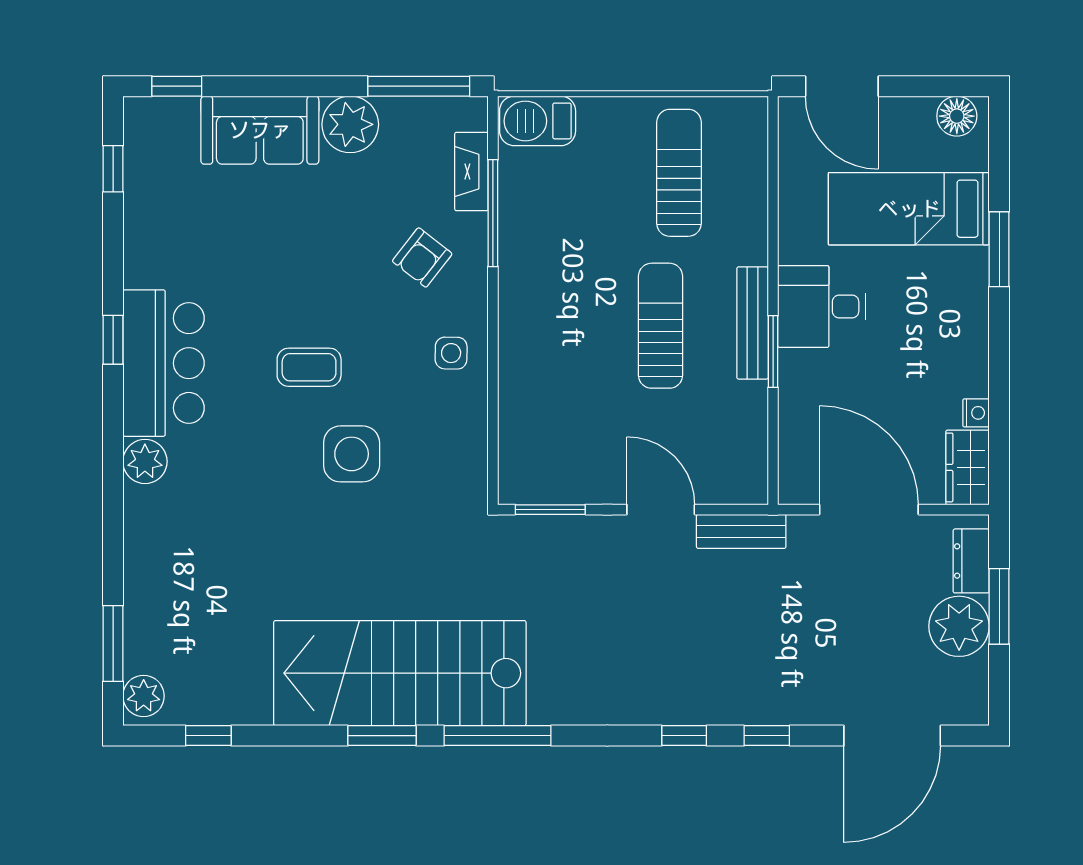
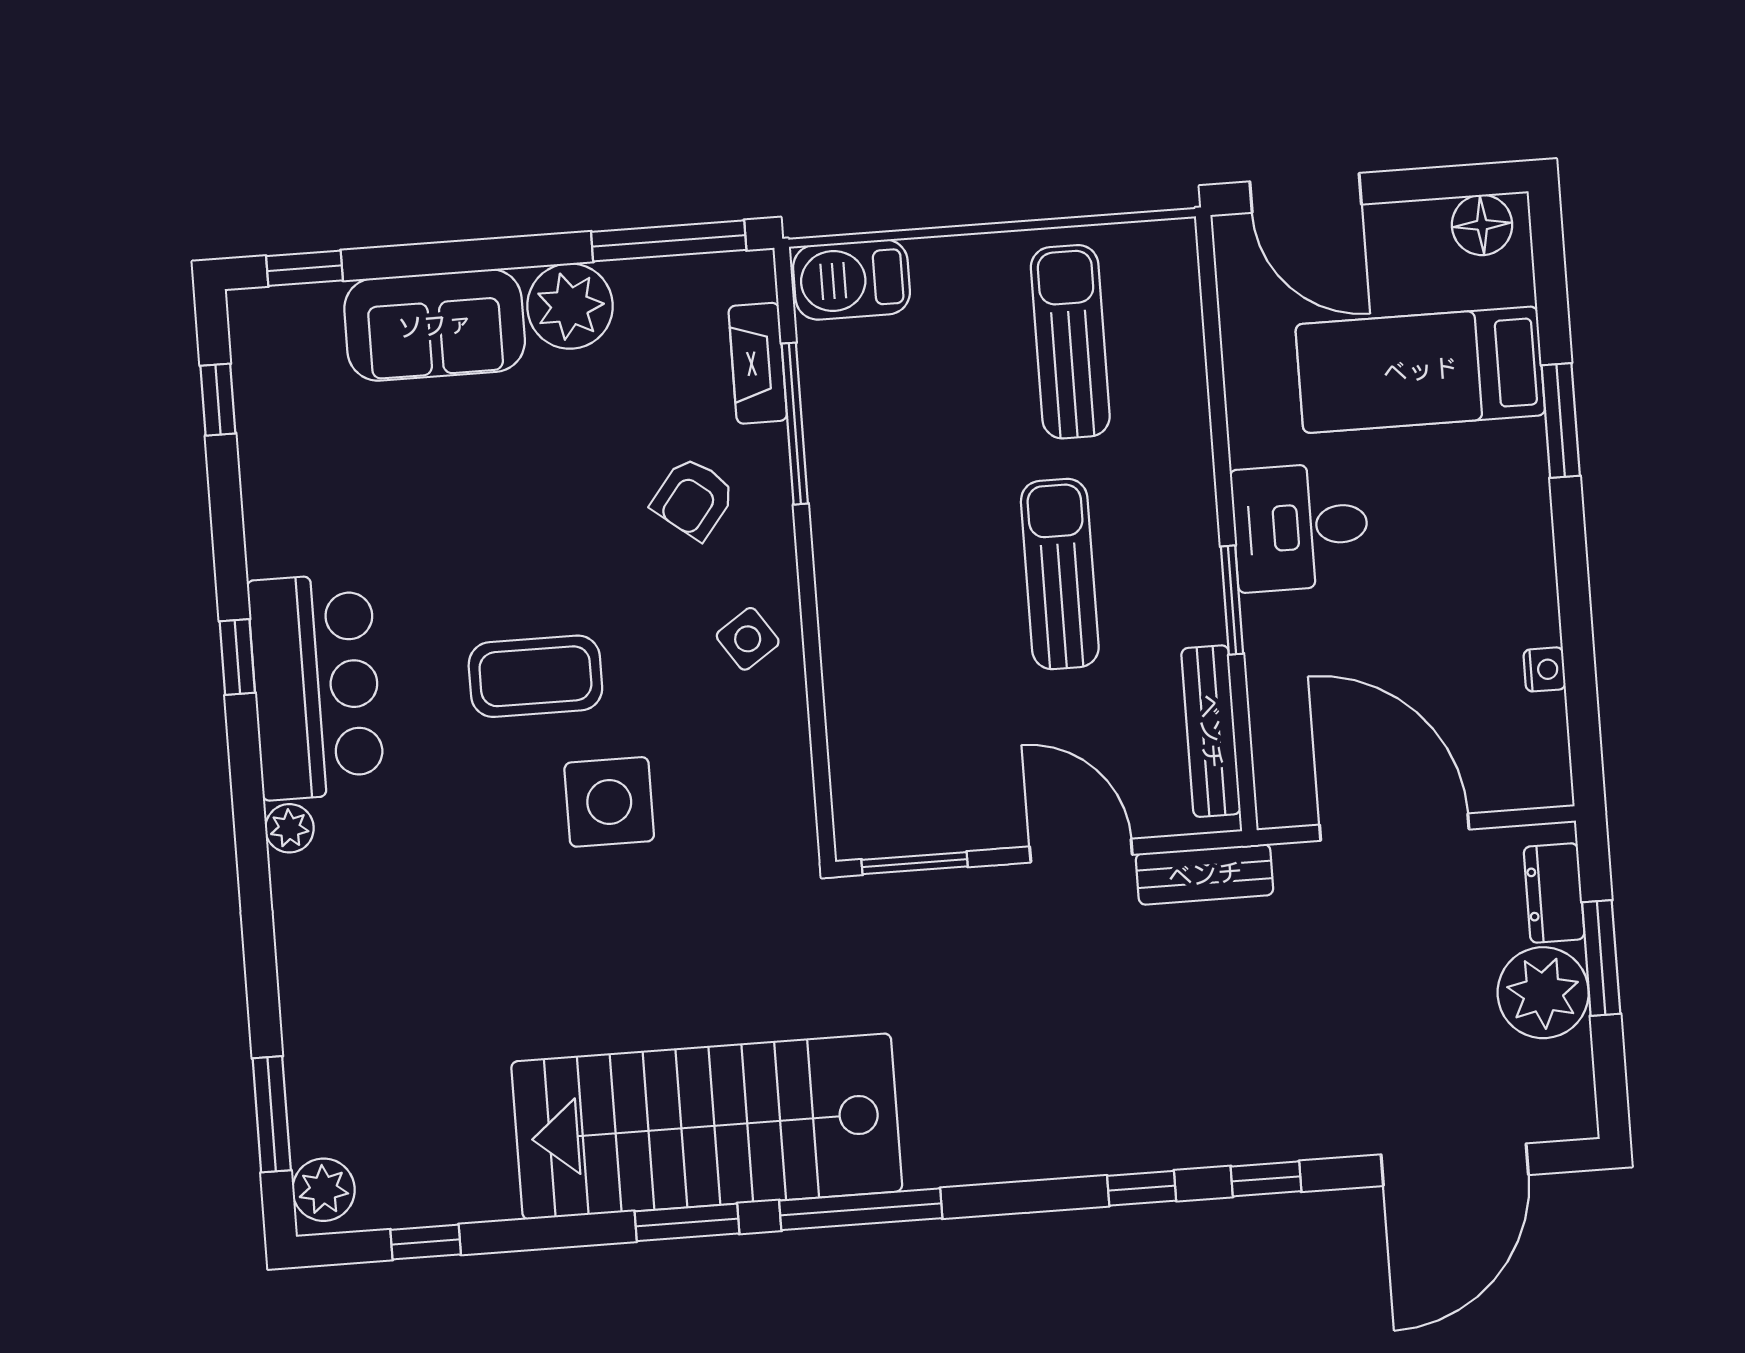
bench: (753, 323) -> (1211, 731), moved
side table: (451, 353) -> (748, 639), turned -35
coffee table: (309, 367) -> (535, 676), width x1.36, depth x1.30
plant: (145, 461) -> (289, 828), width x0.73, depth x0.73
wardrobe: (968, 467) -> (1538, 752), removed

